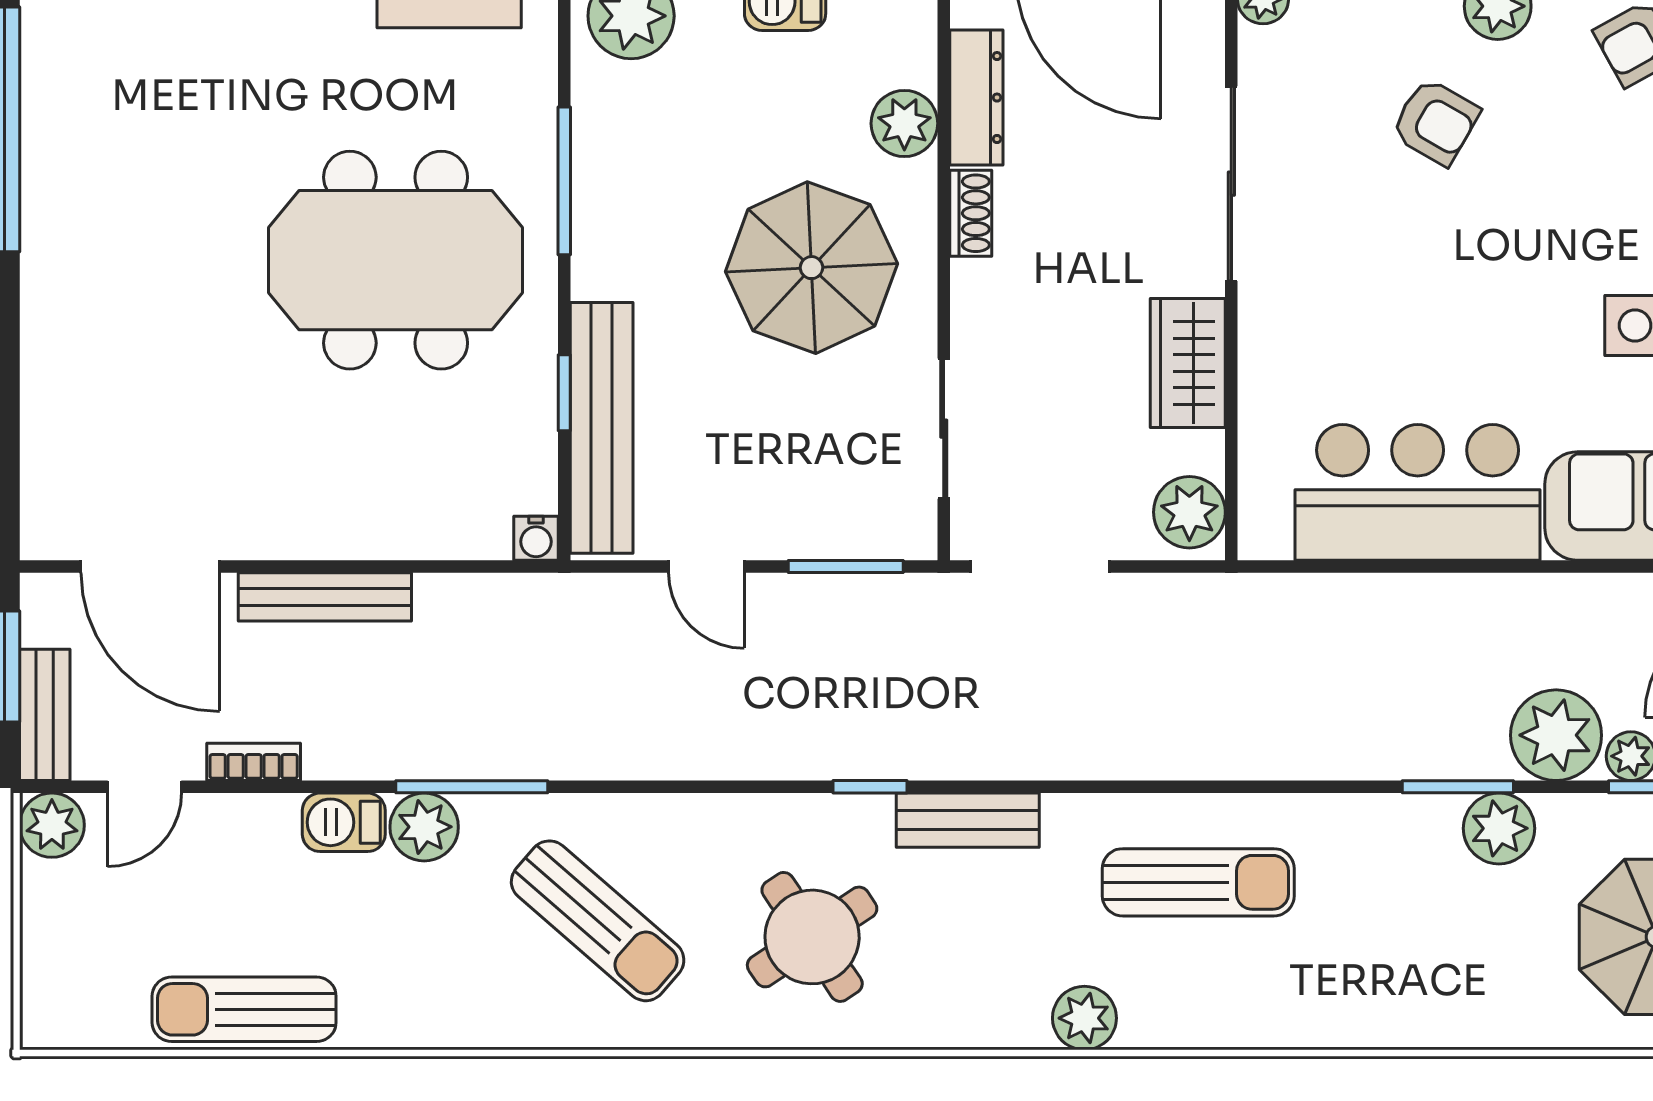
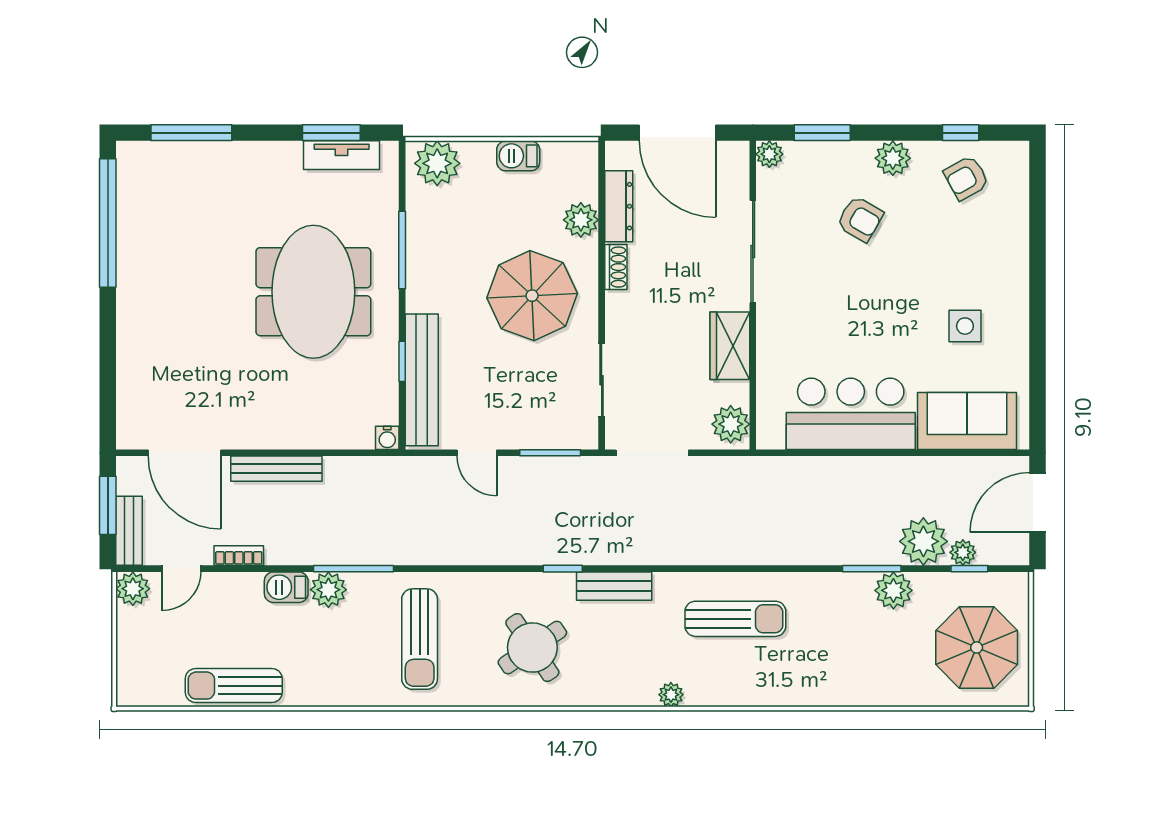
meeting table: (396, 260) -> (313, 292), turned 90
sun lounger: (598, 921) -> (420, 639), turned 49
plant: (1084, 1018) -> (671, 695), width x0.73, depth x0.73

